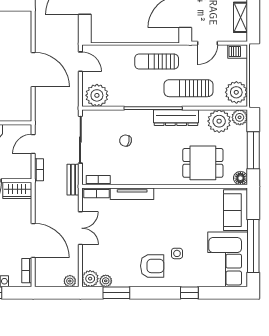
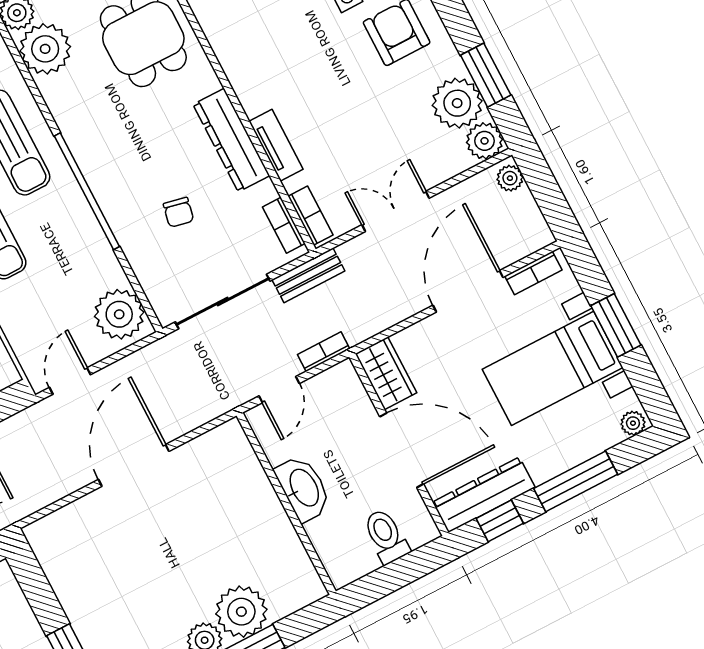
dresser: (176, 118) -> (231, 140), moved, turned 180
door: (33, 144) -> (279, 390), hinge flipped
tv unit: (132, 194) -> (276, 145), width x0.71
plant: (106, 281) -> (457, 103), width x1.88, depth x1.88

